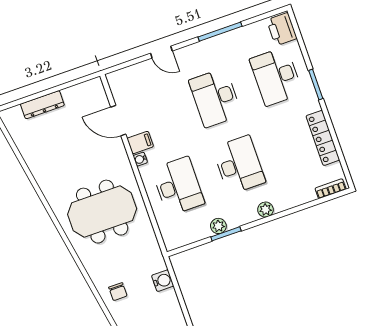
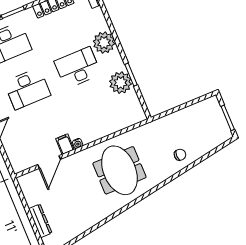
desk: (178, 186) -> (97, 113), removed
plant: (265, 210) -> (104, 43), width x1.87, depth x1.87
plant: (218, 226) -> (121, 83), width x1.88, depth x1.88
water cooler: (163, 281) -> (170, 121), removed

